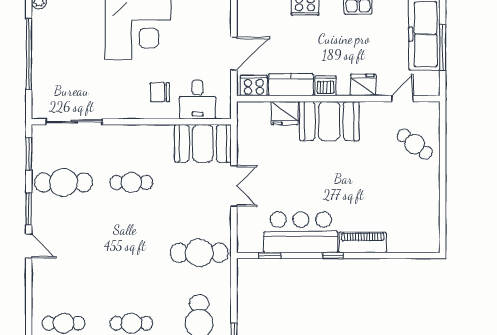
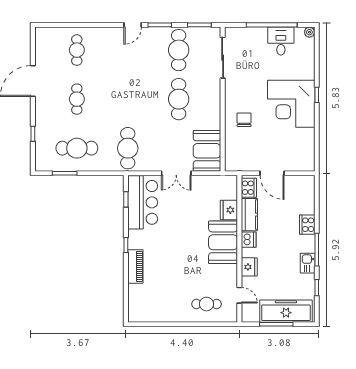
desk: (198, 100) -> (281, 41), moved, turned 90
cafe table: (415, 144) -> (206, 304), turned 52
cafe table: (131, 182) -> (179, 99), width x1.37, depth x1.35
bar counter: (301, 232) -> (143, 202), moved

